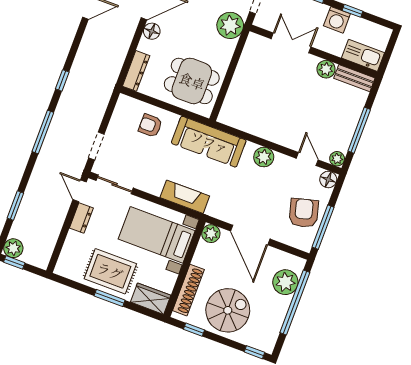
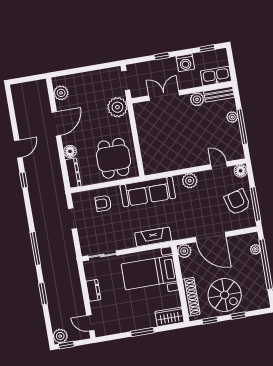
window: (352, 11) -> (207, 48), moved
floor lamp: (152, 31) -> (70, 151), moved
window: (62, 80) -> (24, 180), moved
dining table: (192, 81) -> (113, 158), turned 90
doorway: (96, 146) -> (72, 218), moved
plant: (337, 159) -> (232, 117), moved
door: (80, 191) -> (90, 323), moved
window: (15, 206) -> (43, 294), moved
rug: (110, 271) -> (133, 314), removed
plant: (285, 282) -> (255, 249), width x0.53, depth x0.53
spiral stairs: (228, 310) -> (225, 295), turned 90
window: (254, 352) -> (238, 316), moved

